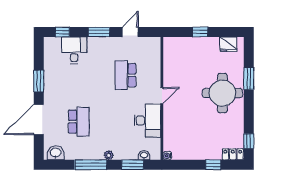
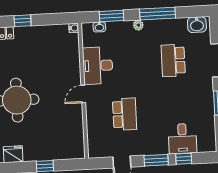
window: (63, 32) -> (184, 159), moved

